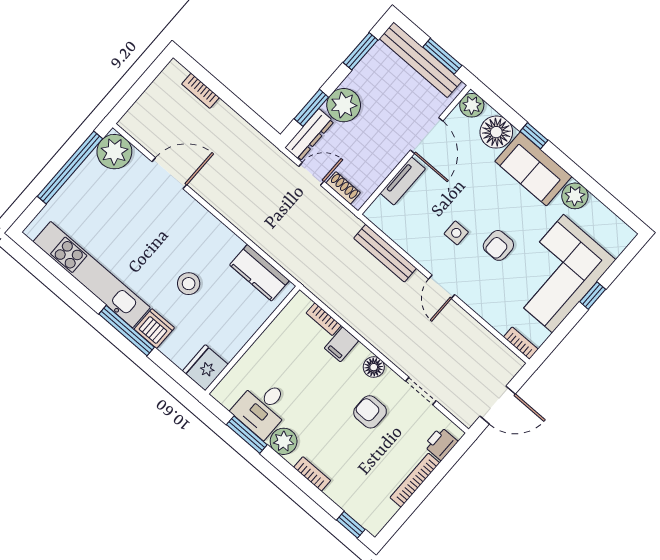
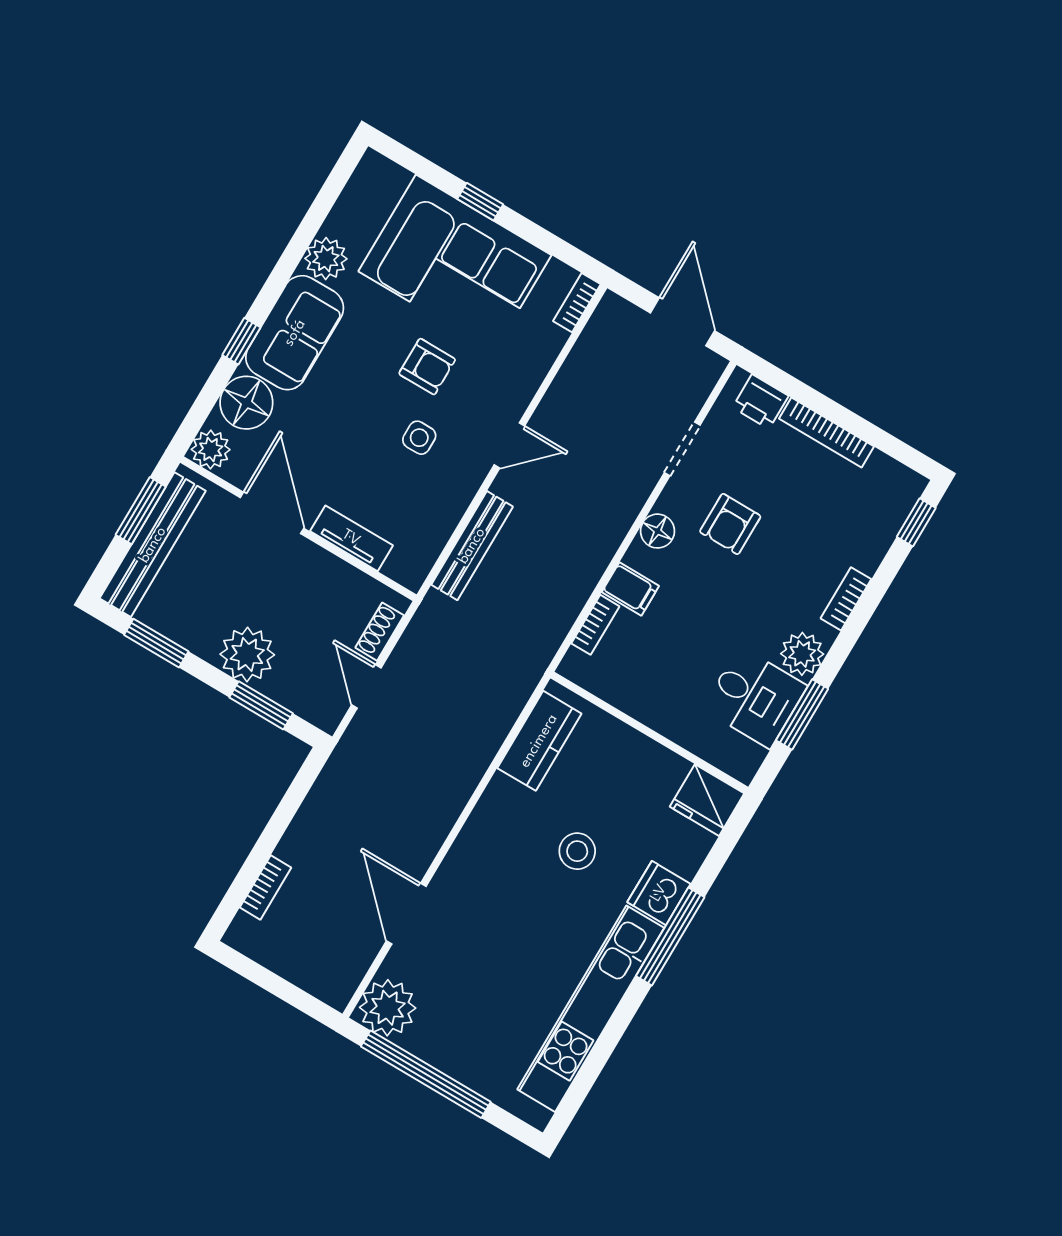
dresser: (309, 135) -> (304, 701), removed
door: (427, 136) -> (272, 513), hinge flipped

